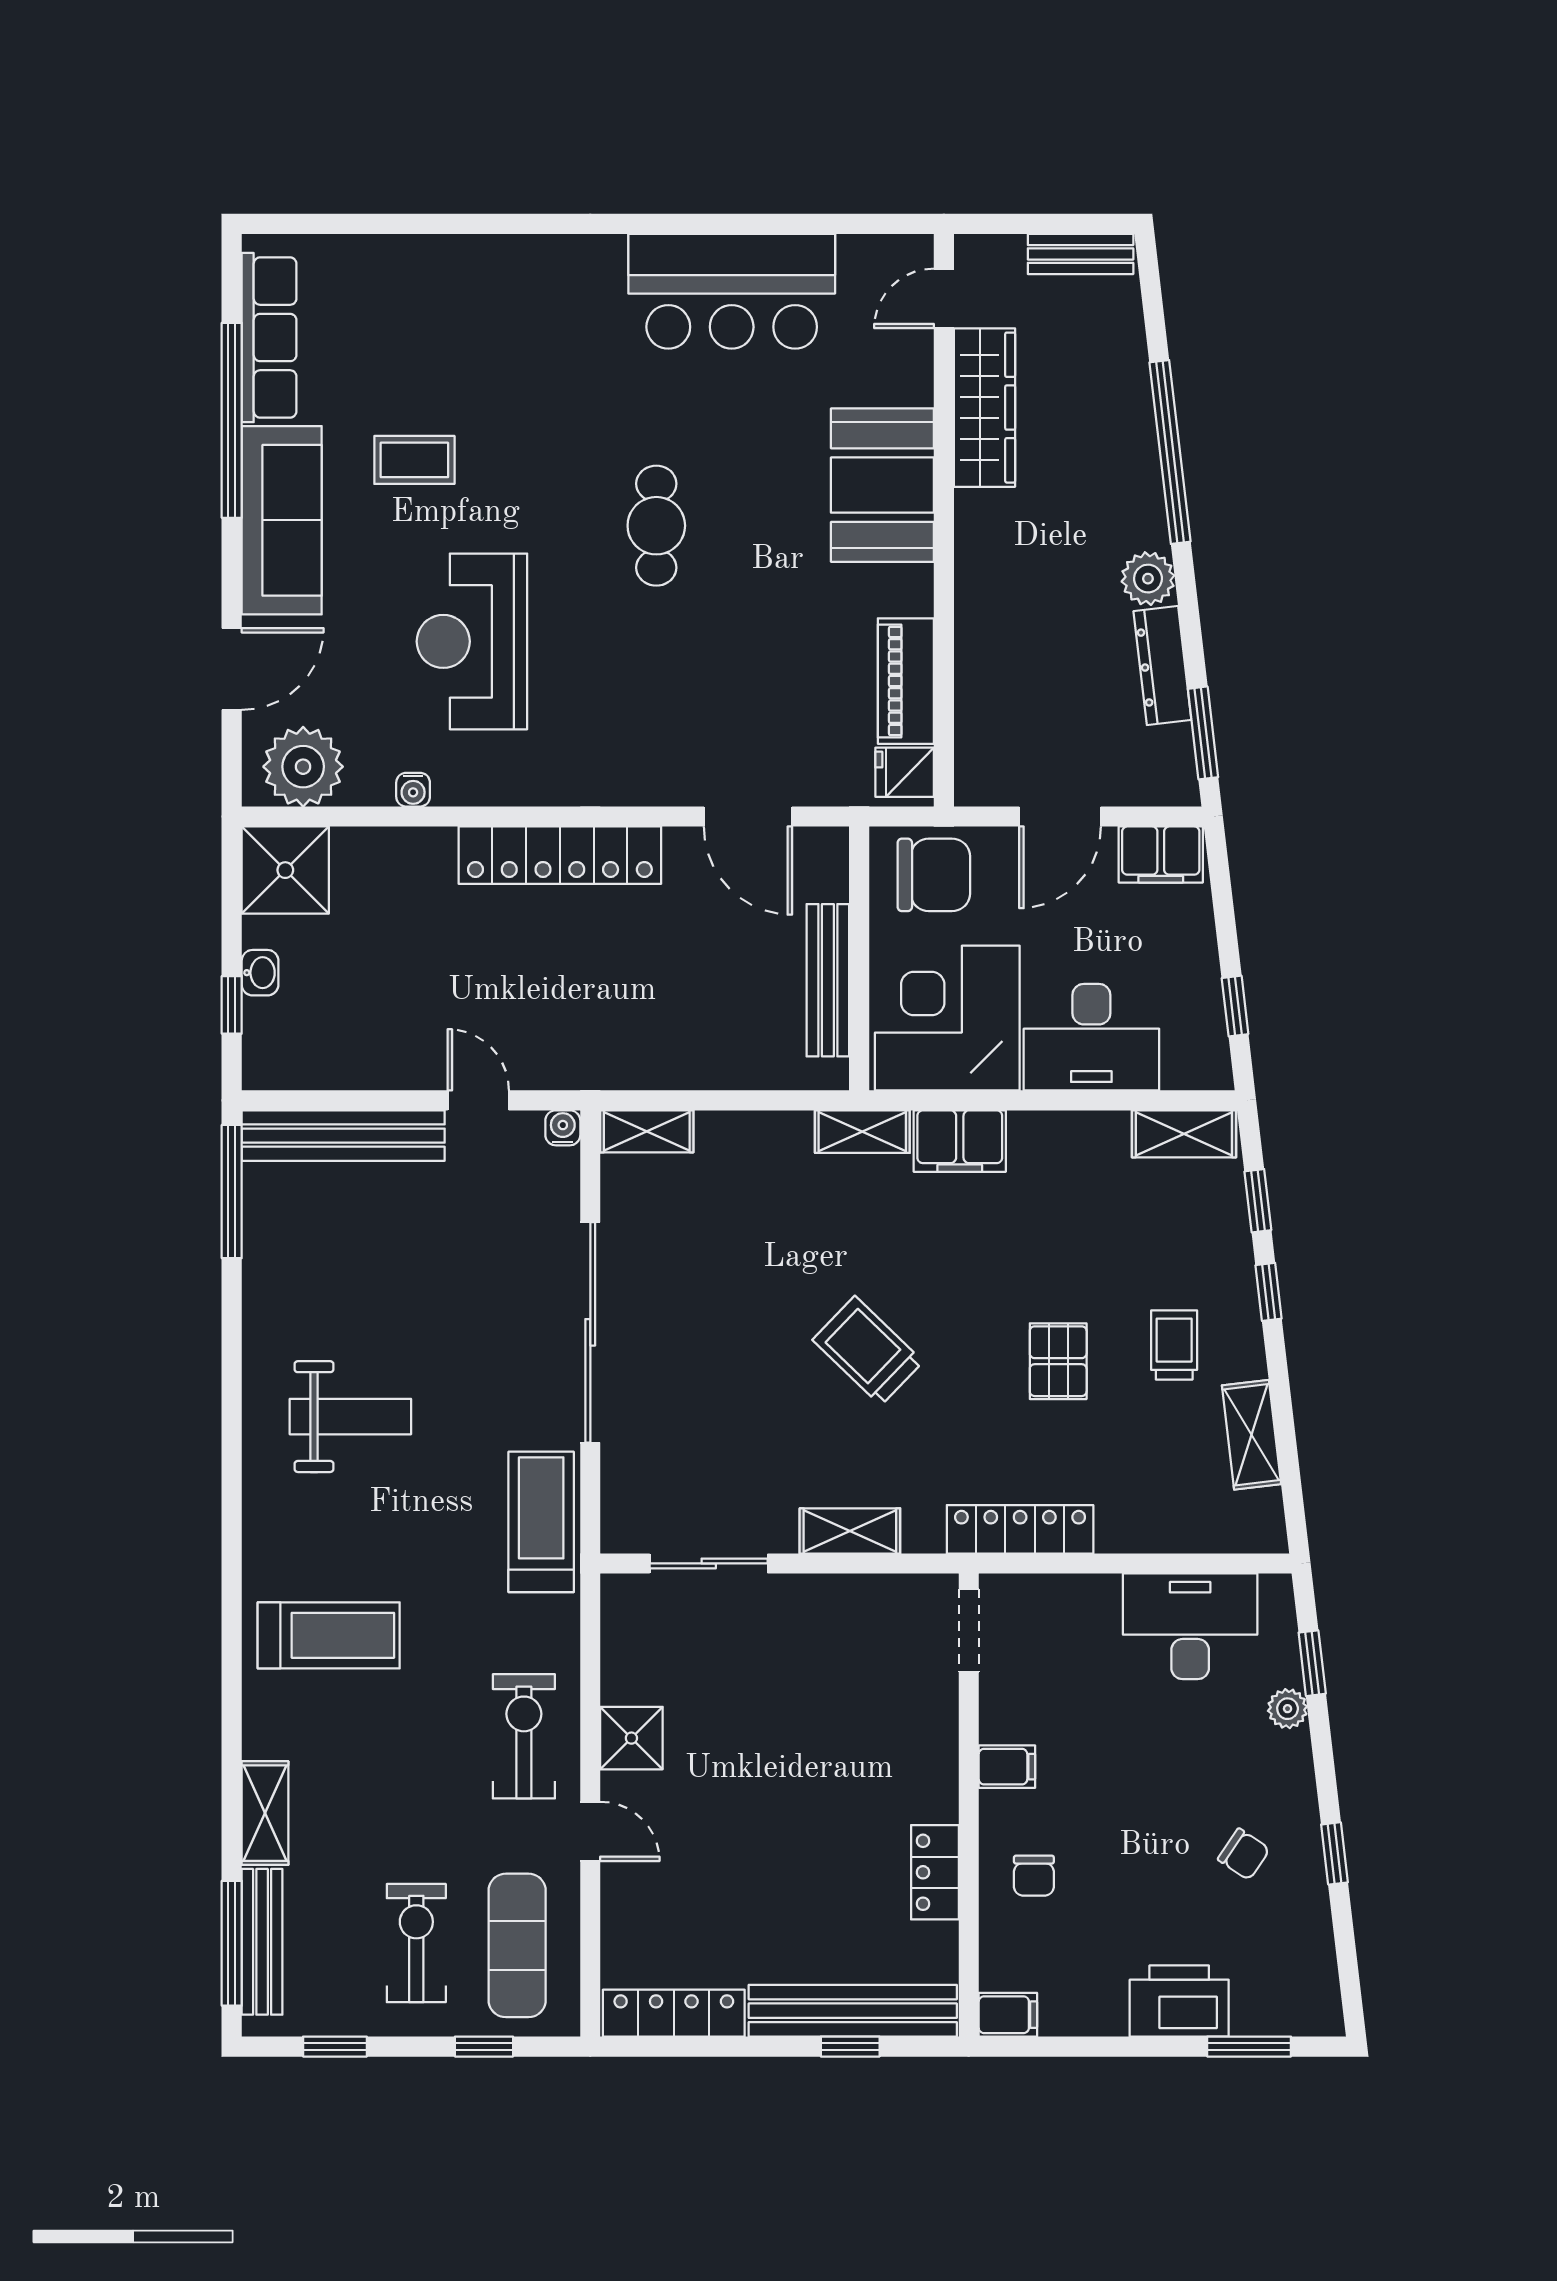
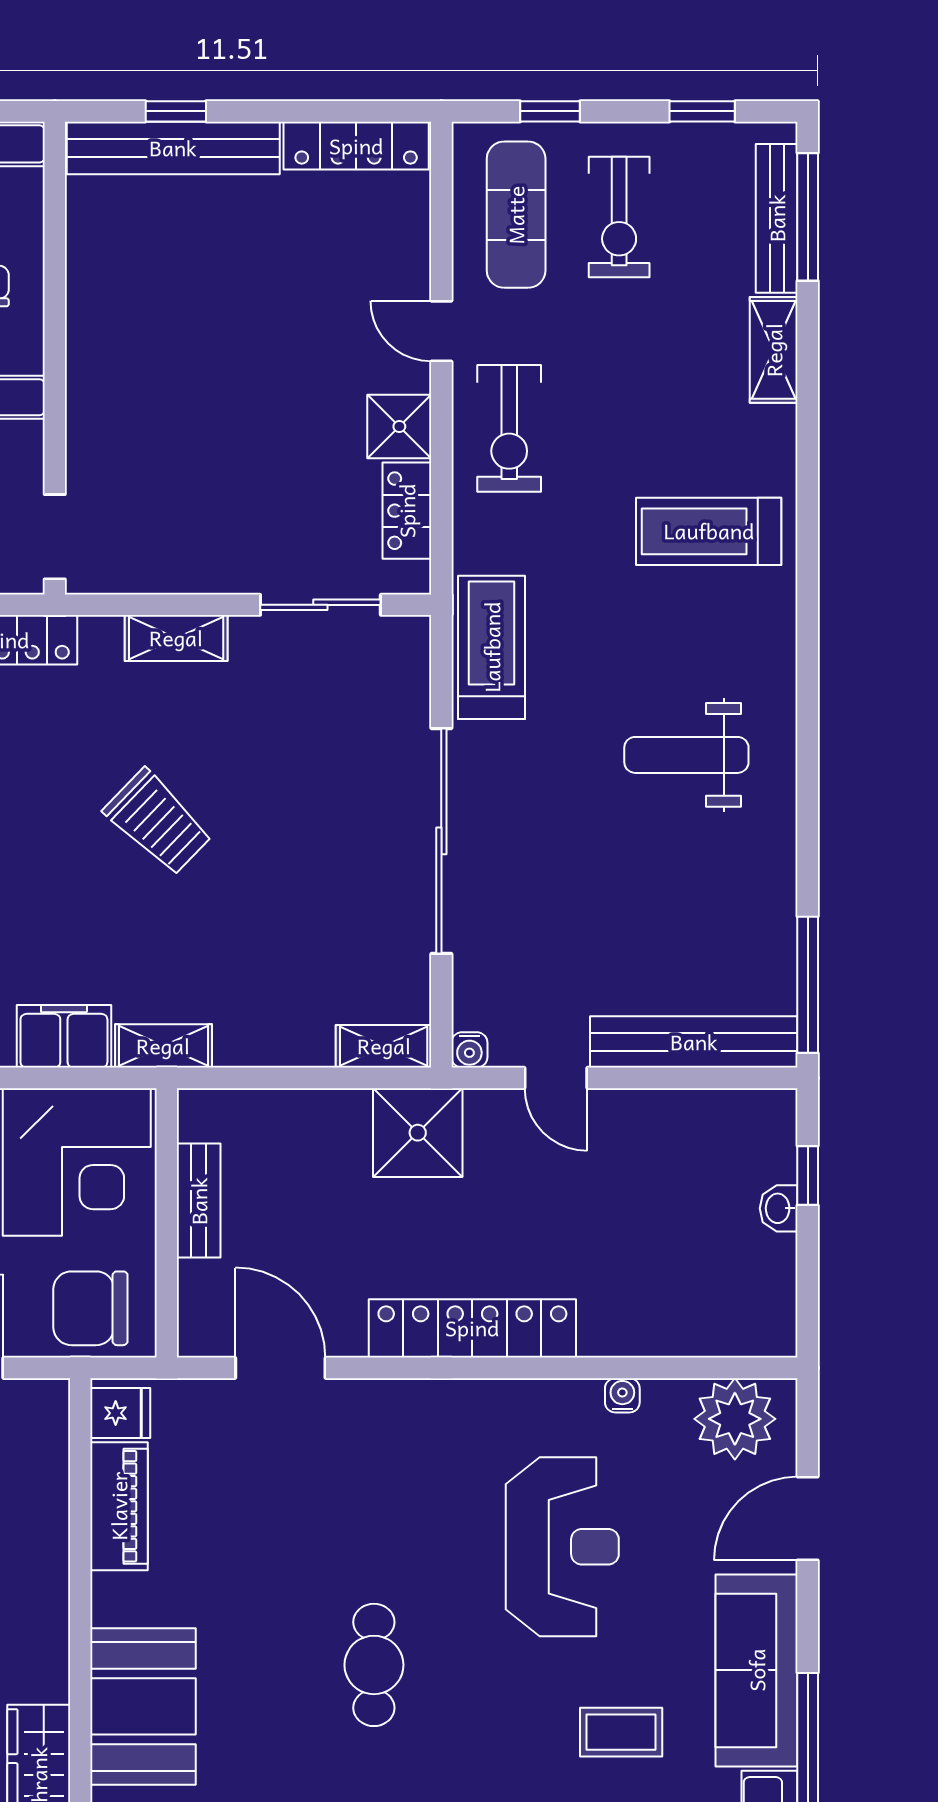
shower: (285, 870) -> (418, 1133), moved
bench: (828, 980) -> (199, 1201), width x0.73
treadmill: (541, 1522) -> (492, 647), turned 180
locker: (935, 1872) -> (407, 511), moved, turned 180

